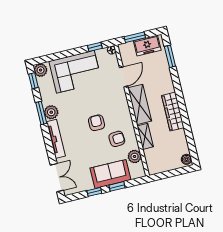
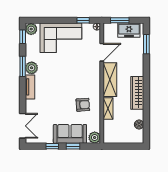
armchair: (97, 123) -> (69, 87), removed
tv unit: (56, 139) -> (30, 87), width x0.71
plant: (135, 156) -> (95, 138), moved
boiler: (186, 159) -> (139, 125), moved

